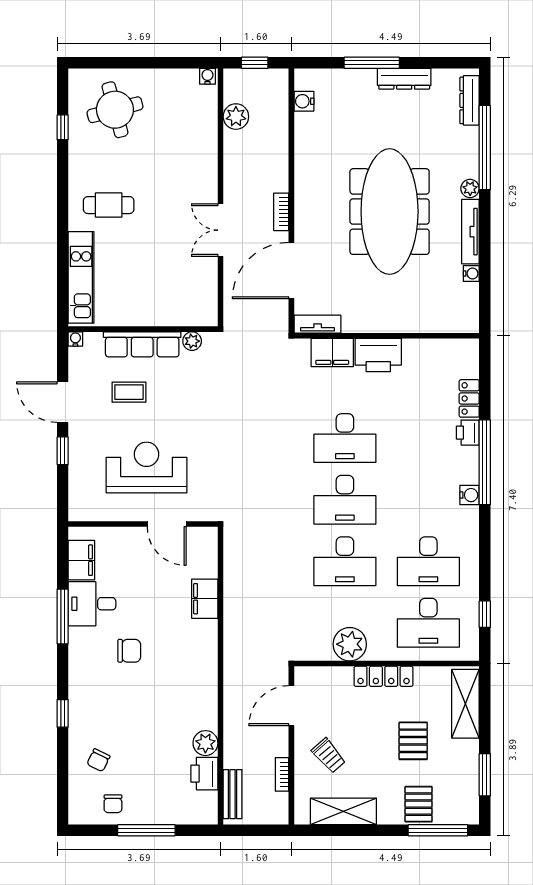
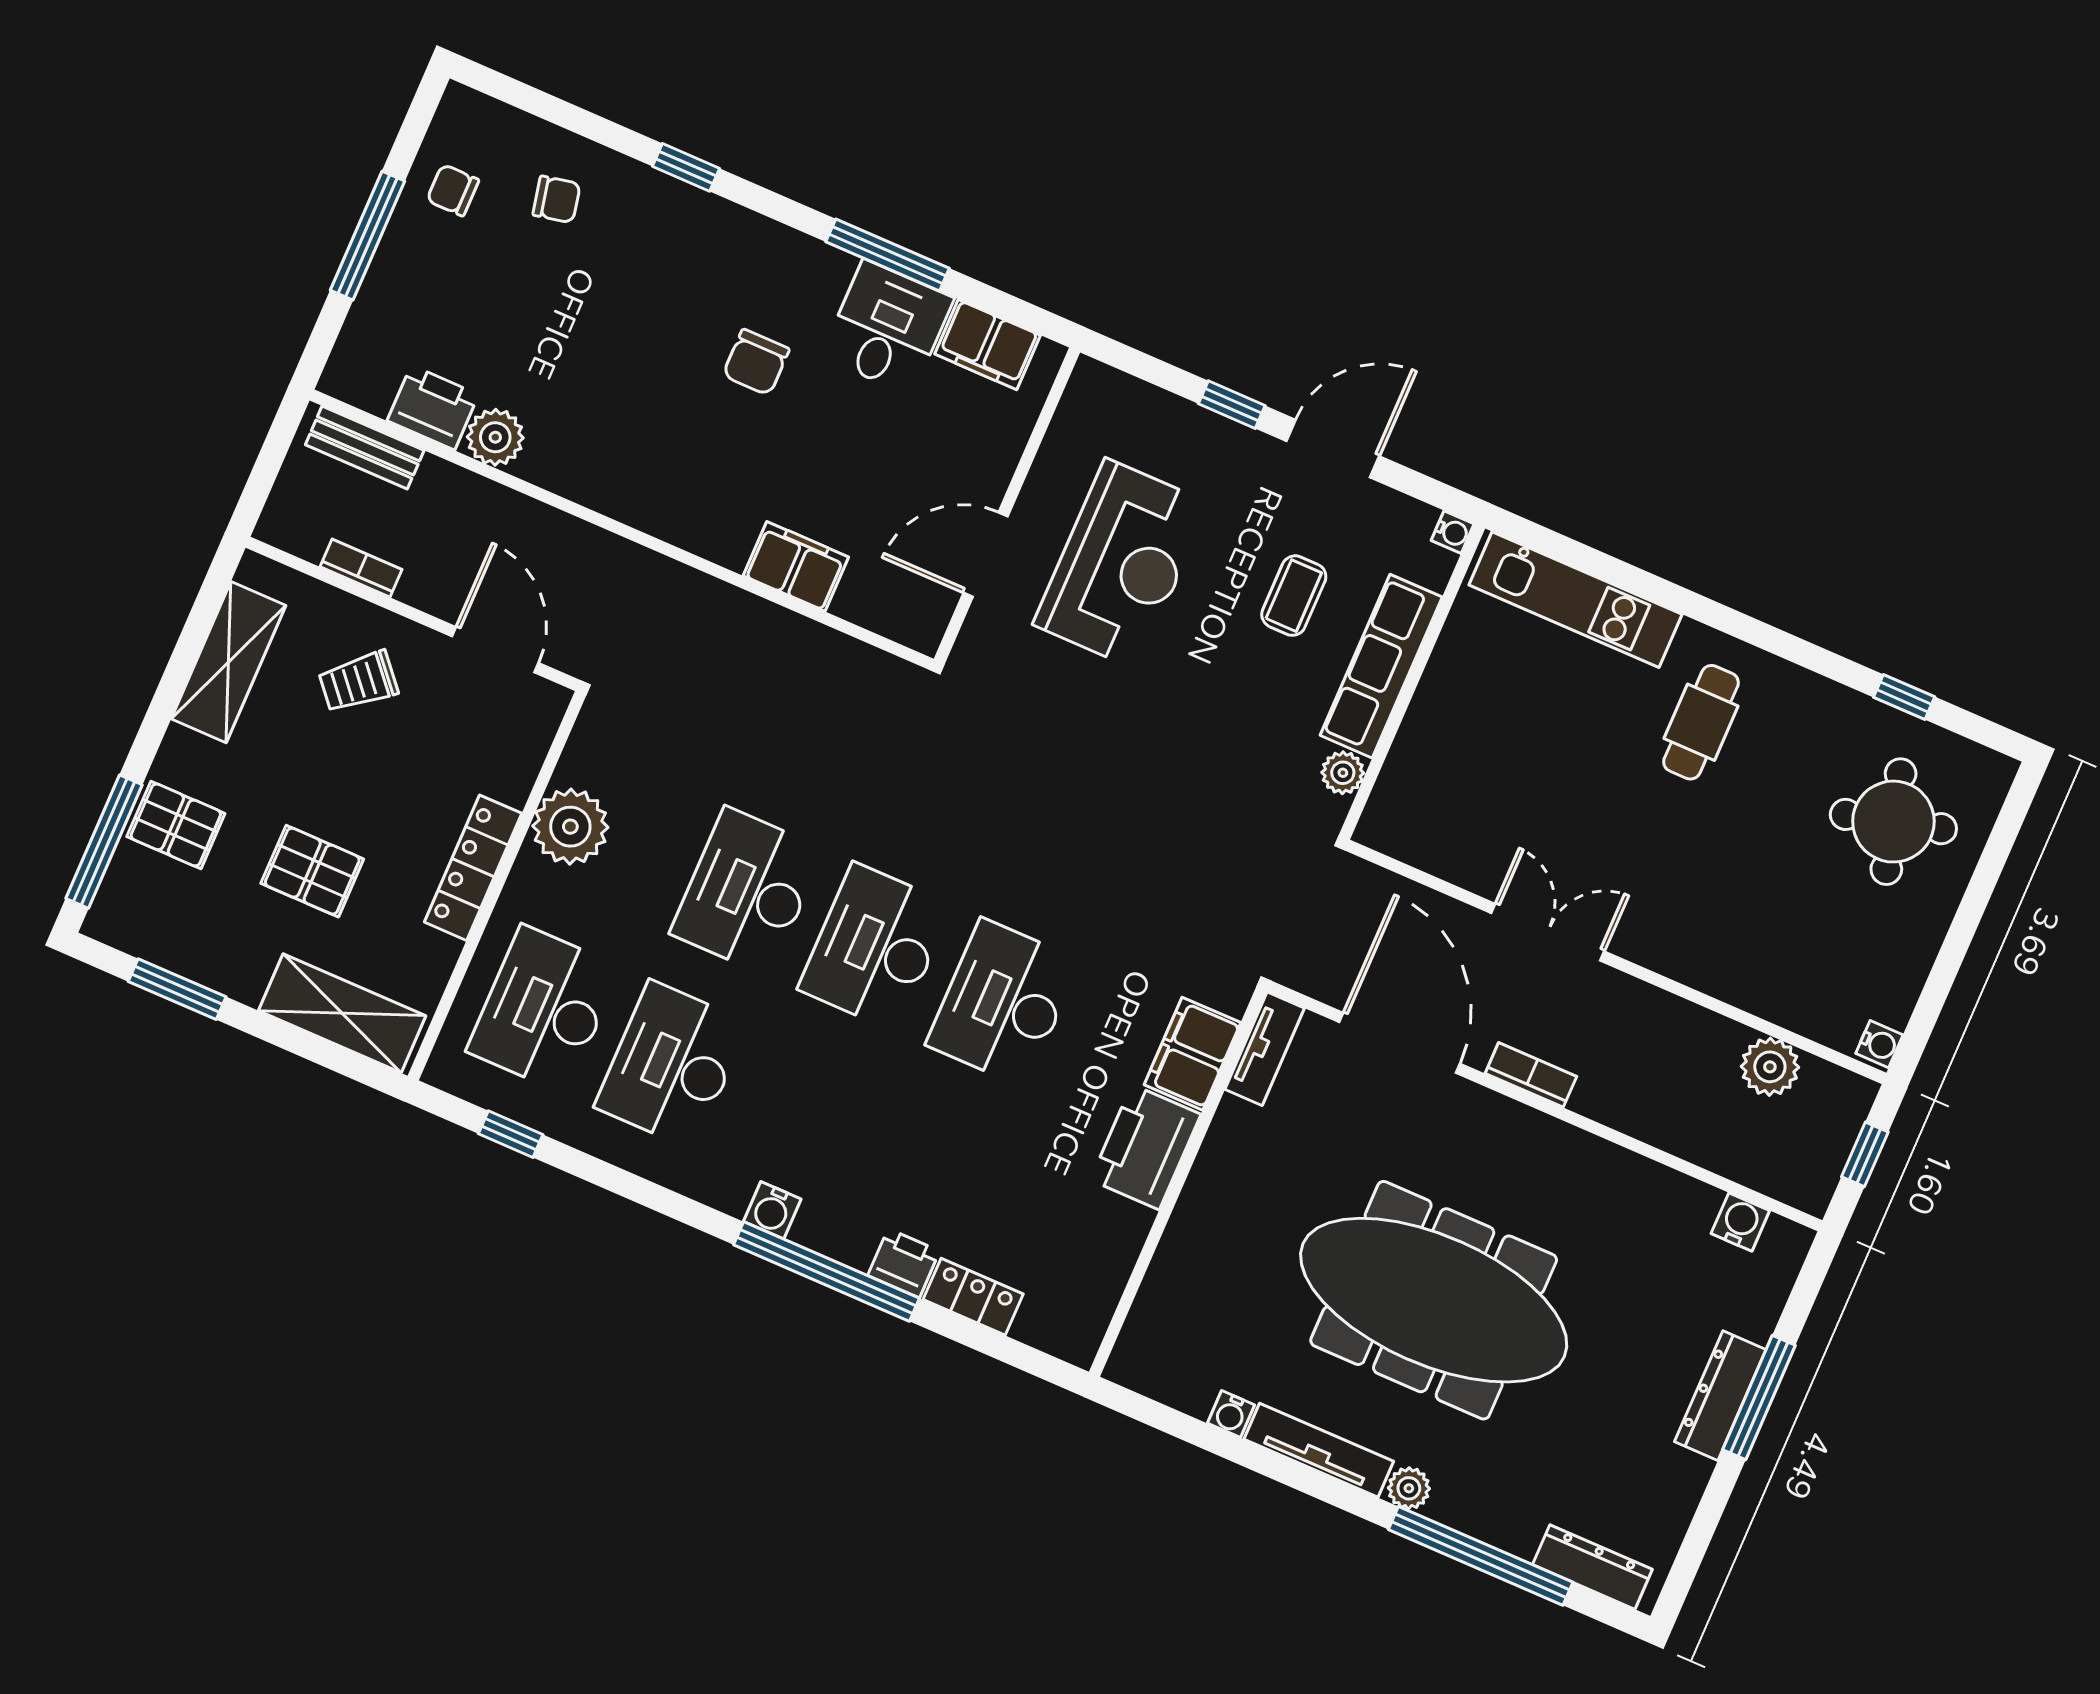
dresser: (404, 79) -> (1720, 1396), moved
chair: (98, 760) -> (557, 199), turned 142

